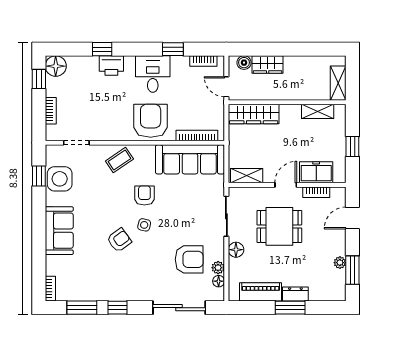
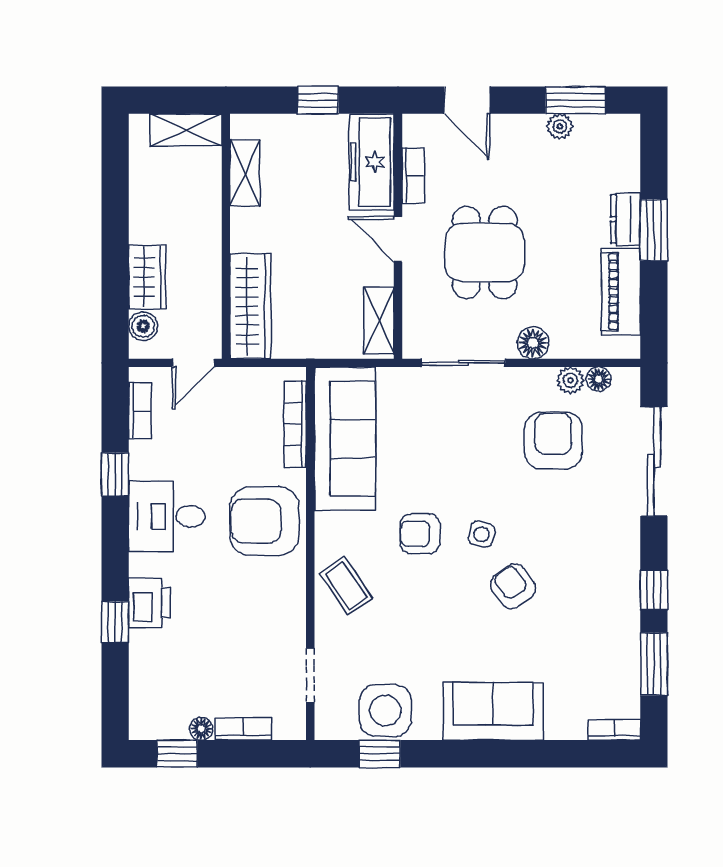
floor lamp: (56, 66) -> (201, 729), moved, width x0.53, depth x0.53
freezer: (316, 172) -> (372, 162), width x1.40

